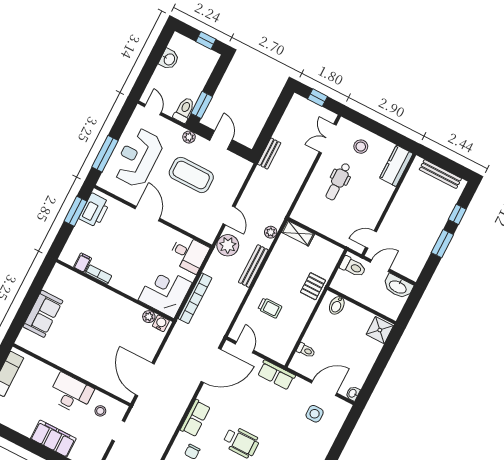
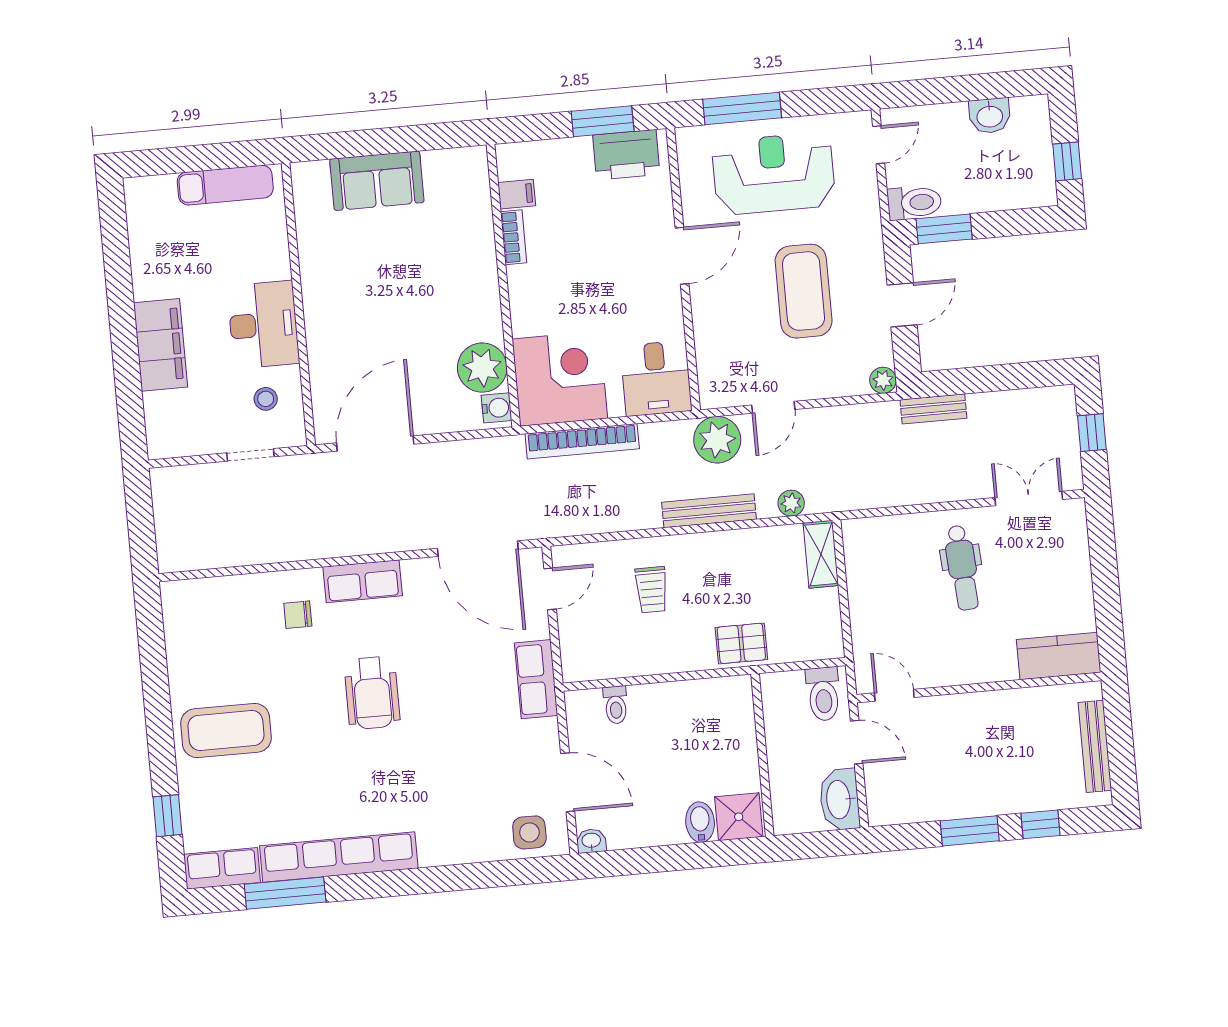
plant: (189, 137) -> (883, 380), moved
stool: (361, 147) -> (1053, 569), removed
dental chair: (338, 182) -> (962, 568), turned -94
bidet: (337, 305) -> (700, 822), moved, turned 90
plant: (149, 317) -> (482, 368), width x1.88, depth x1.88
side table: (315, 414) -> (529, 832), moved

